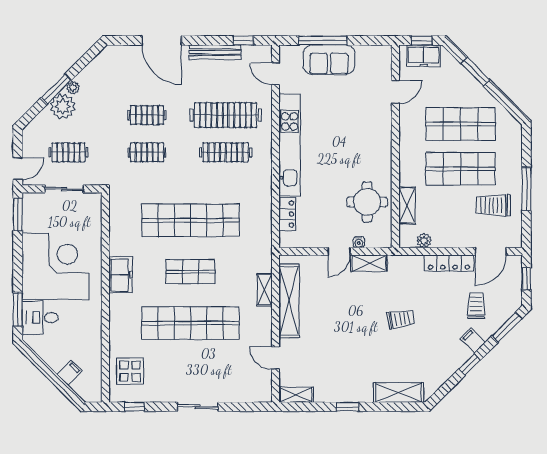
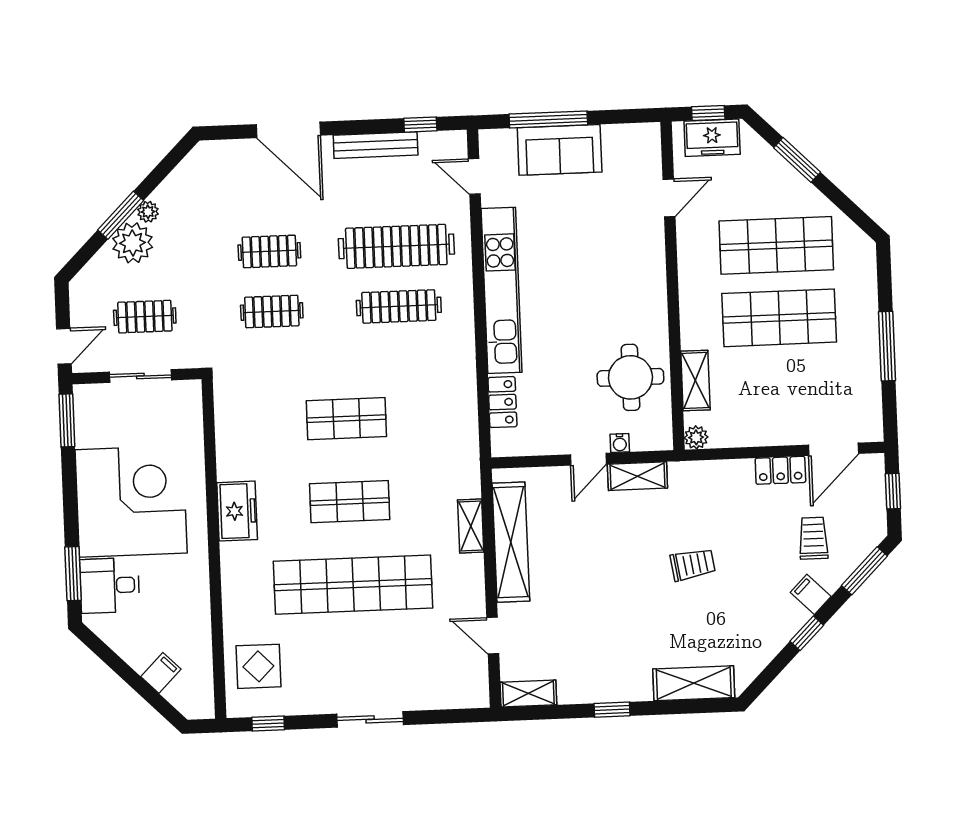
trolley: (493, 205) -> (835, 375), removed
shop shelf: (190, 220) -> (346, 419), width x0.50, depth x0.74
plant: (424, 241) -> (696, 437), moved
locker: (449, 263) -> (780, 470), width x0.66

